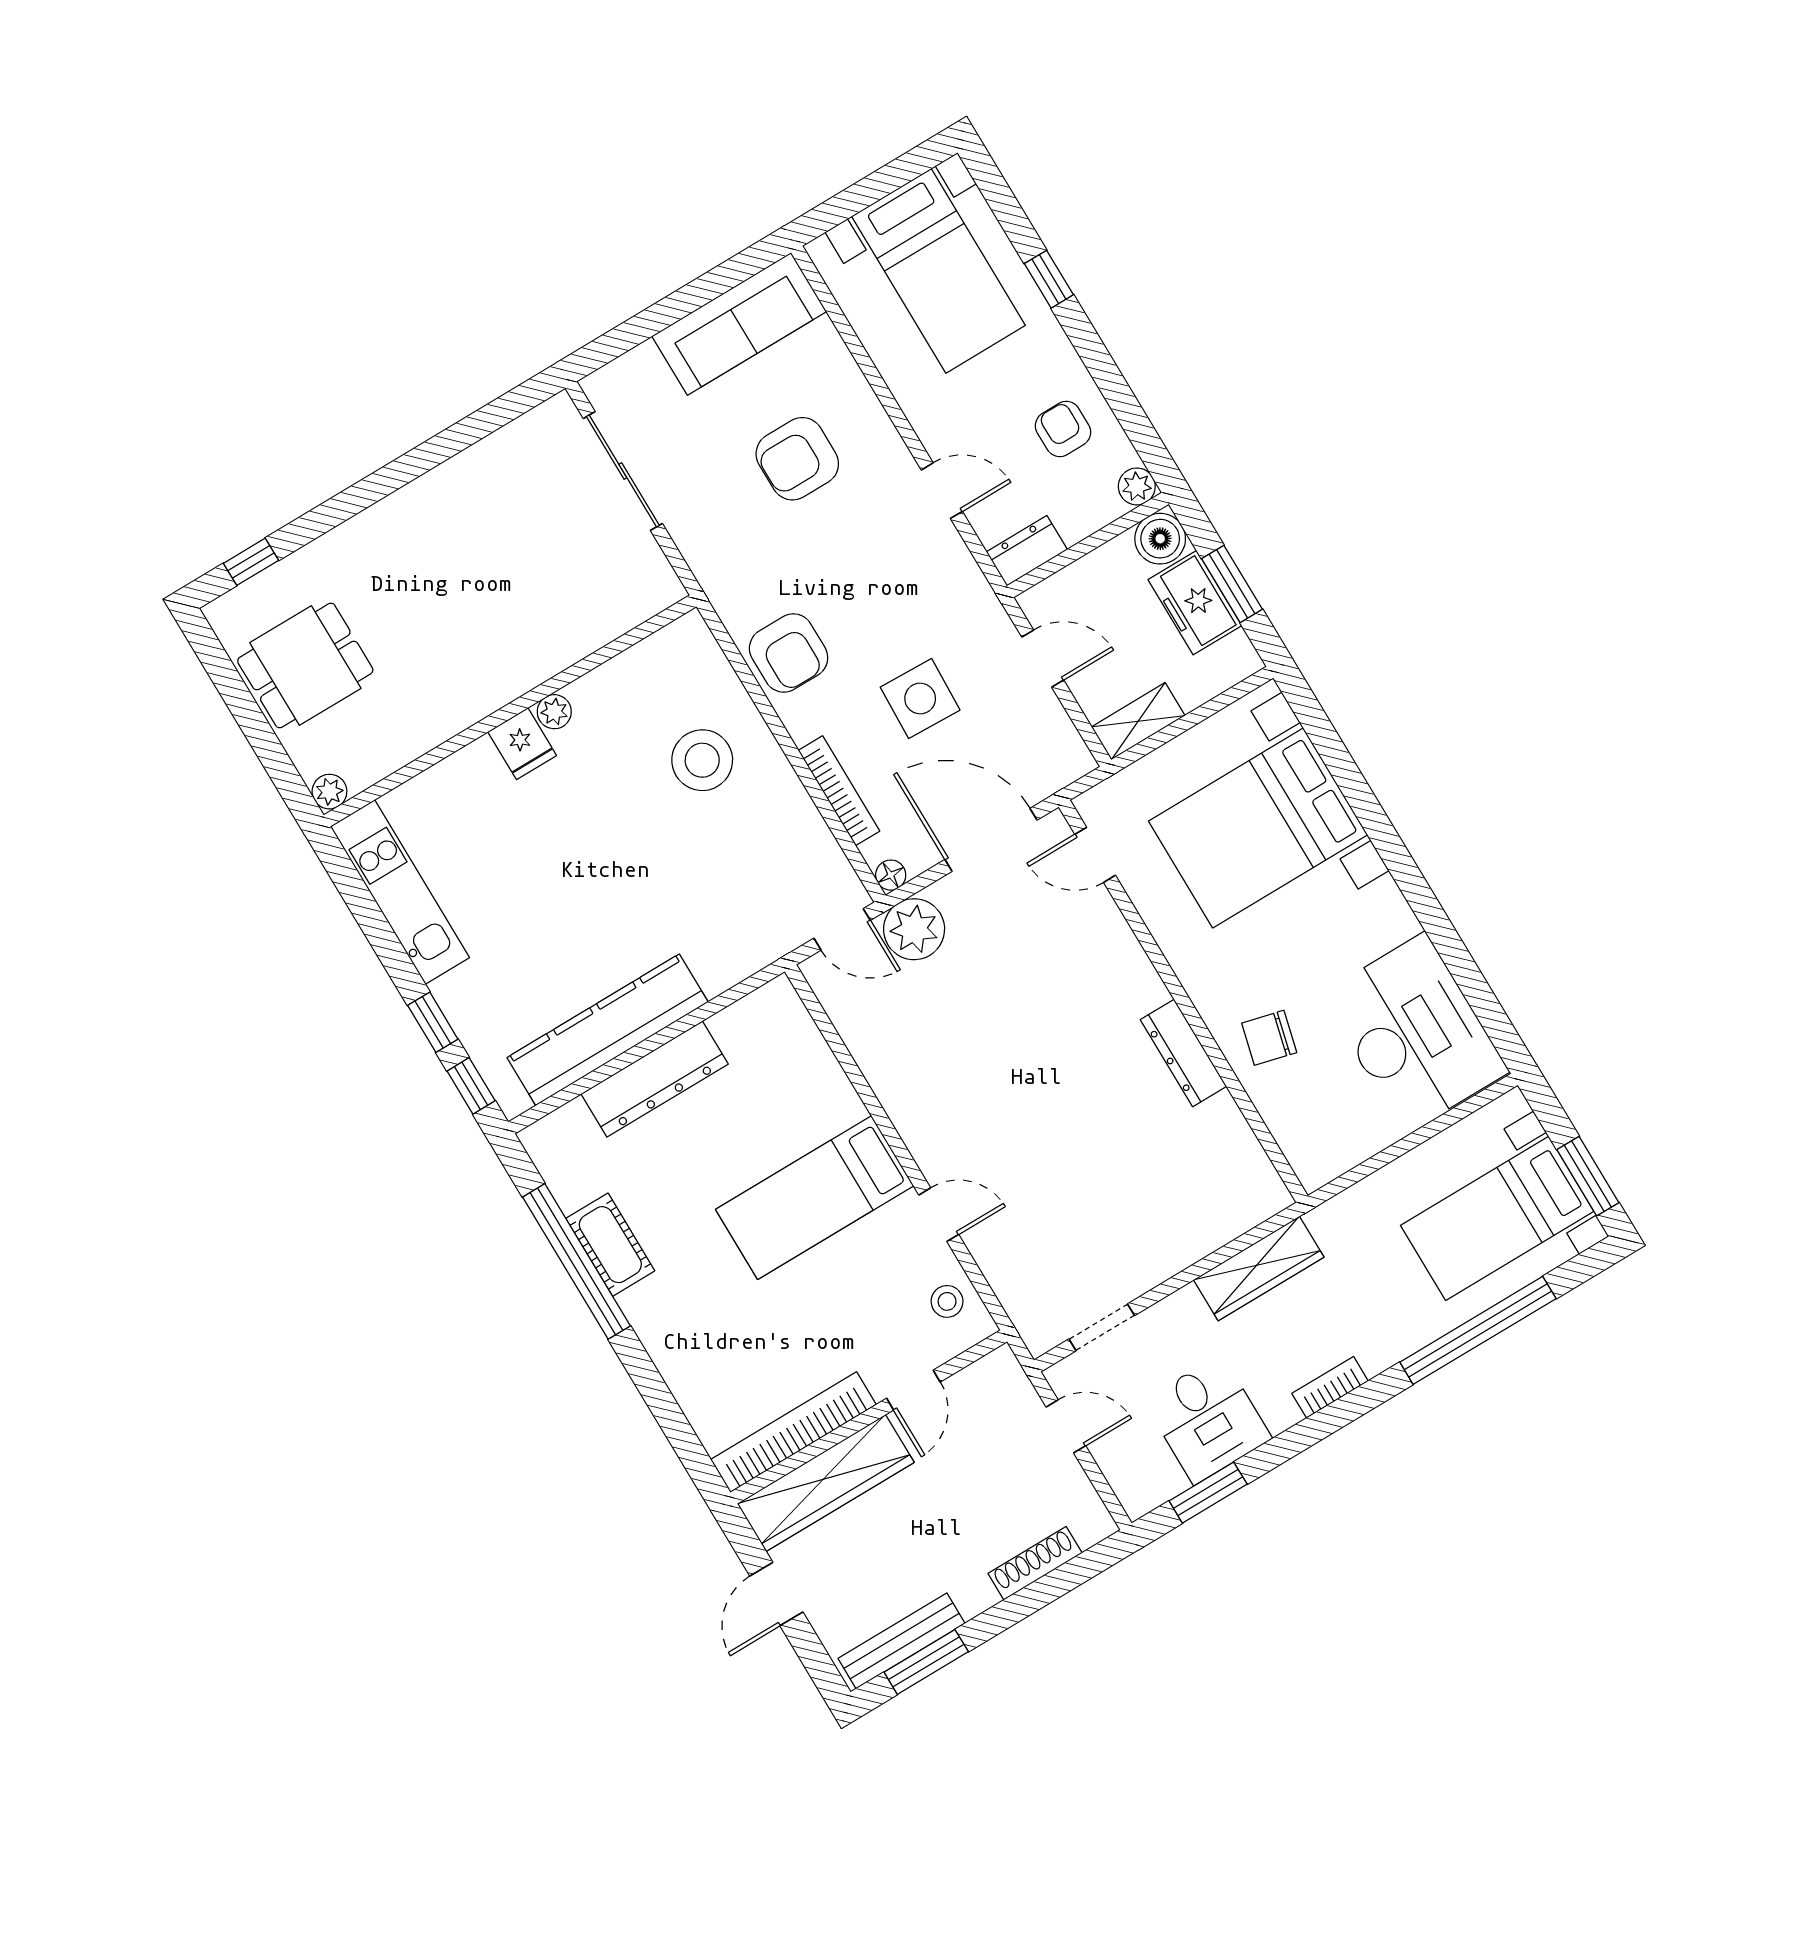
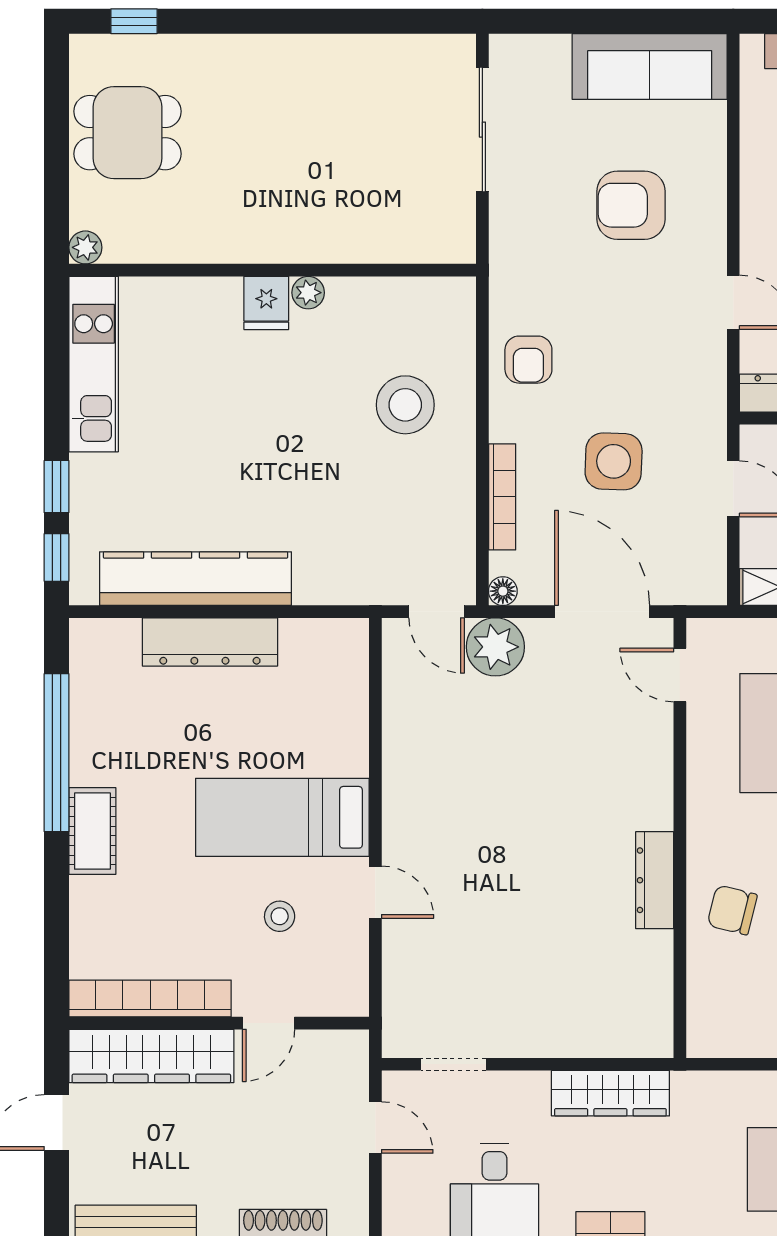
armchair: (789, 653) -> (528, 360), width x0.72, depth x0.72
cot: (610, 1245) -> (92, 831), moved
stool: (947, 1301) -> (280, 916), moved

